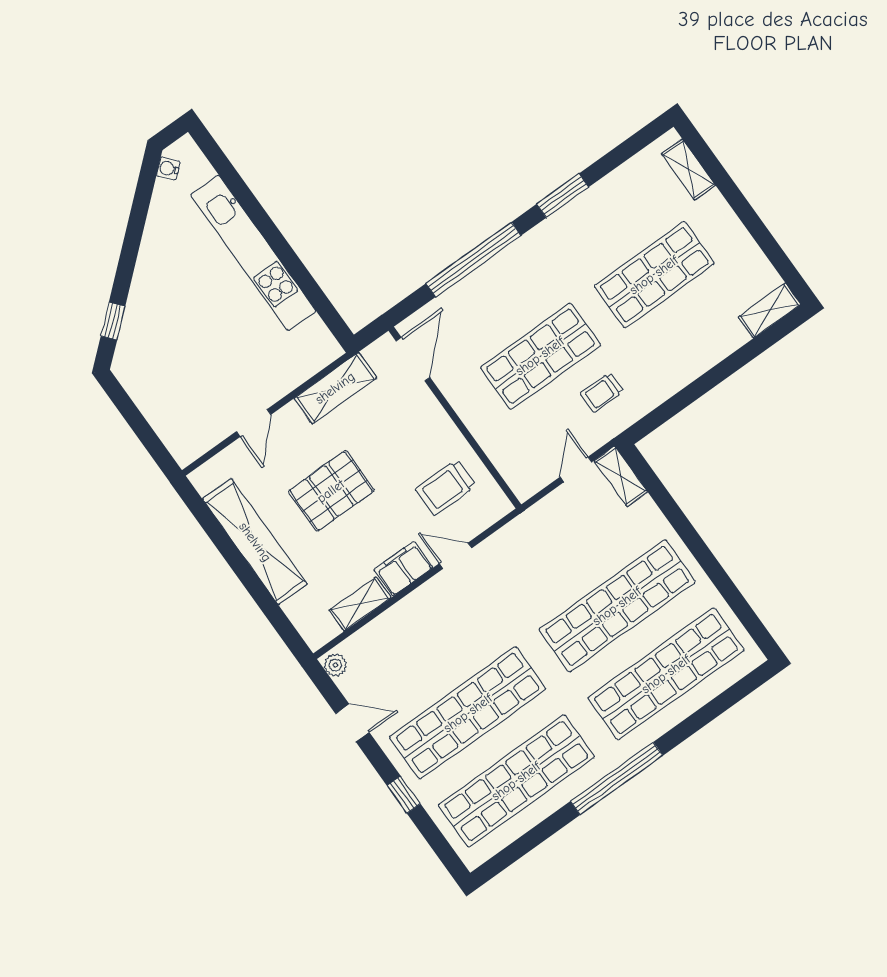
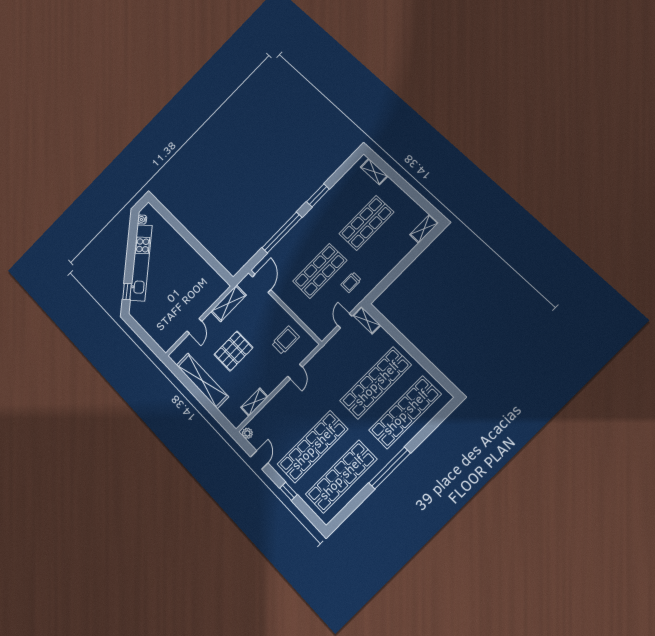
kitchen unit: (253, 253) -> (141, 263), moved, turned -131
trolley: (446, 487) -> (285, 340), turned 180
door: (455, 556) -> (295, 372), swing flipped
filing cabinet: (403, 569) -> (272, 382), removed
door: (352, 723) -> (259, 460), hinge flipped

